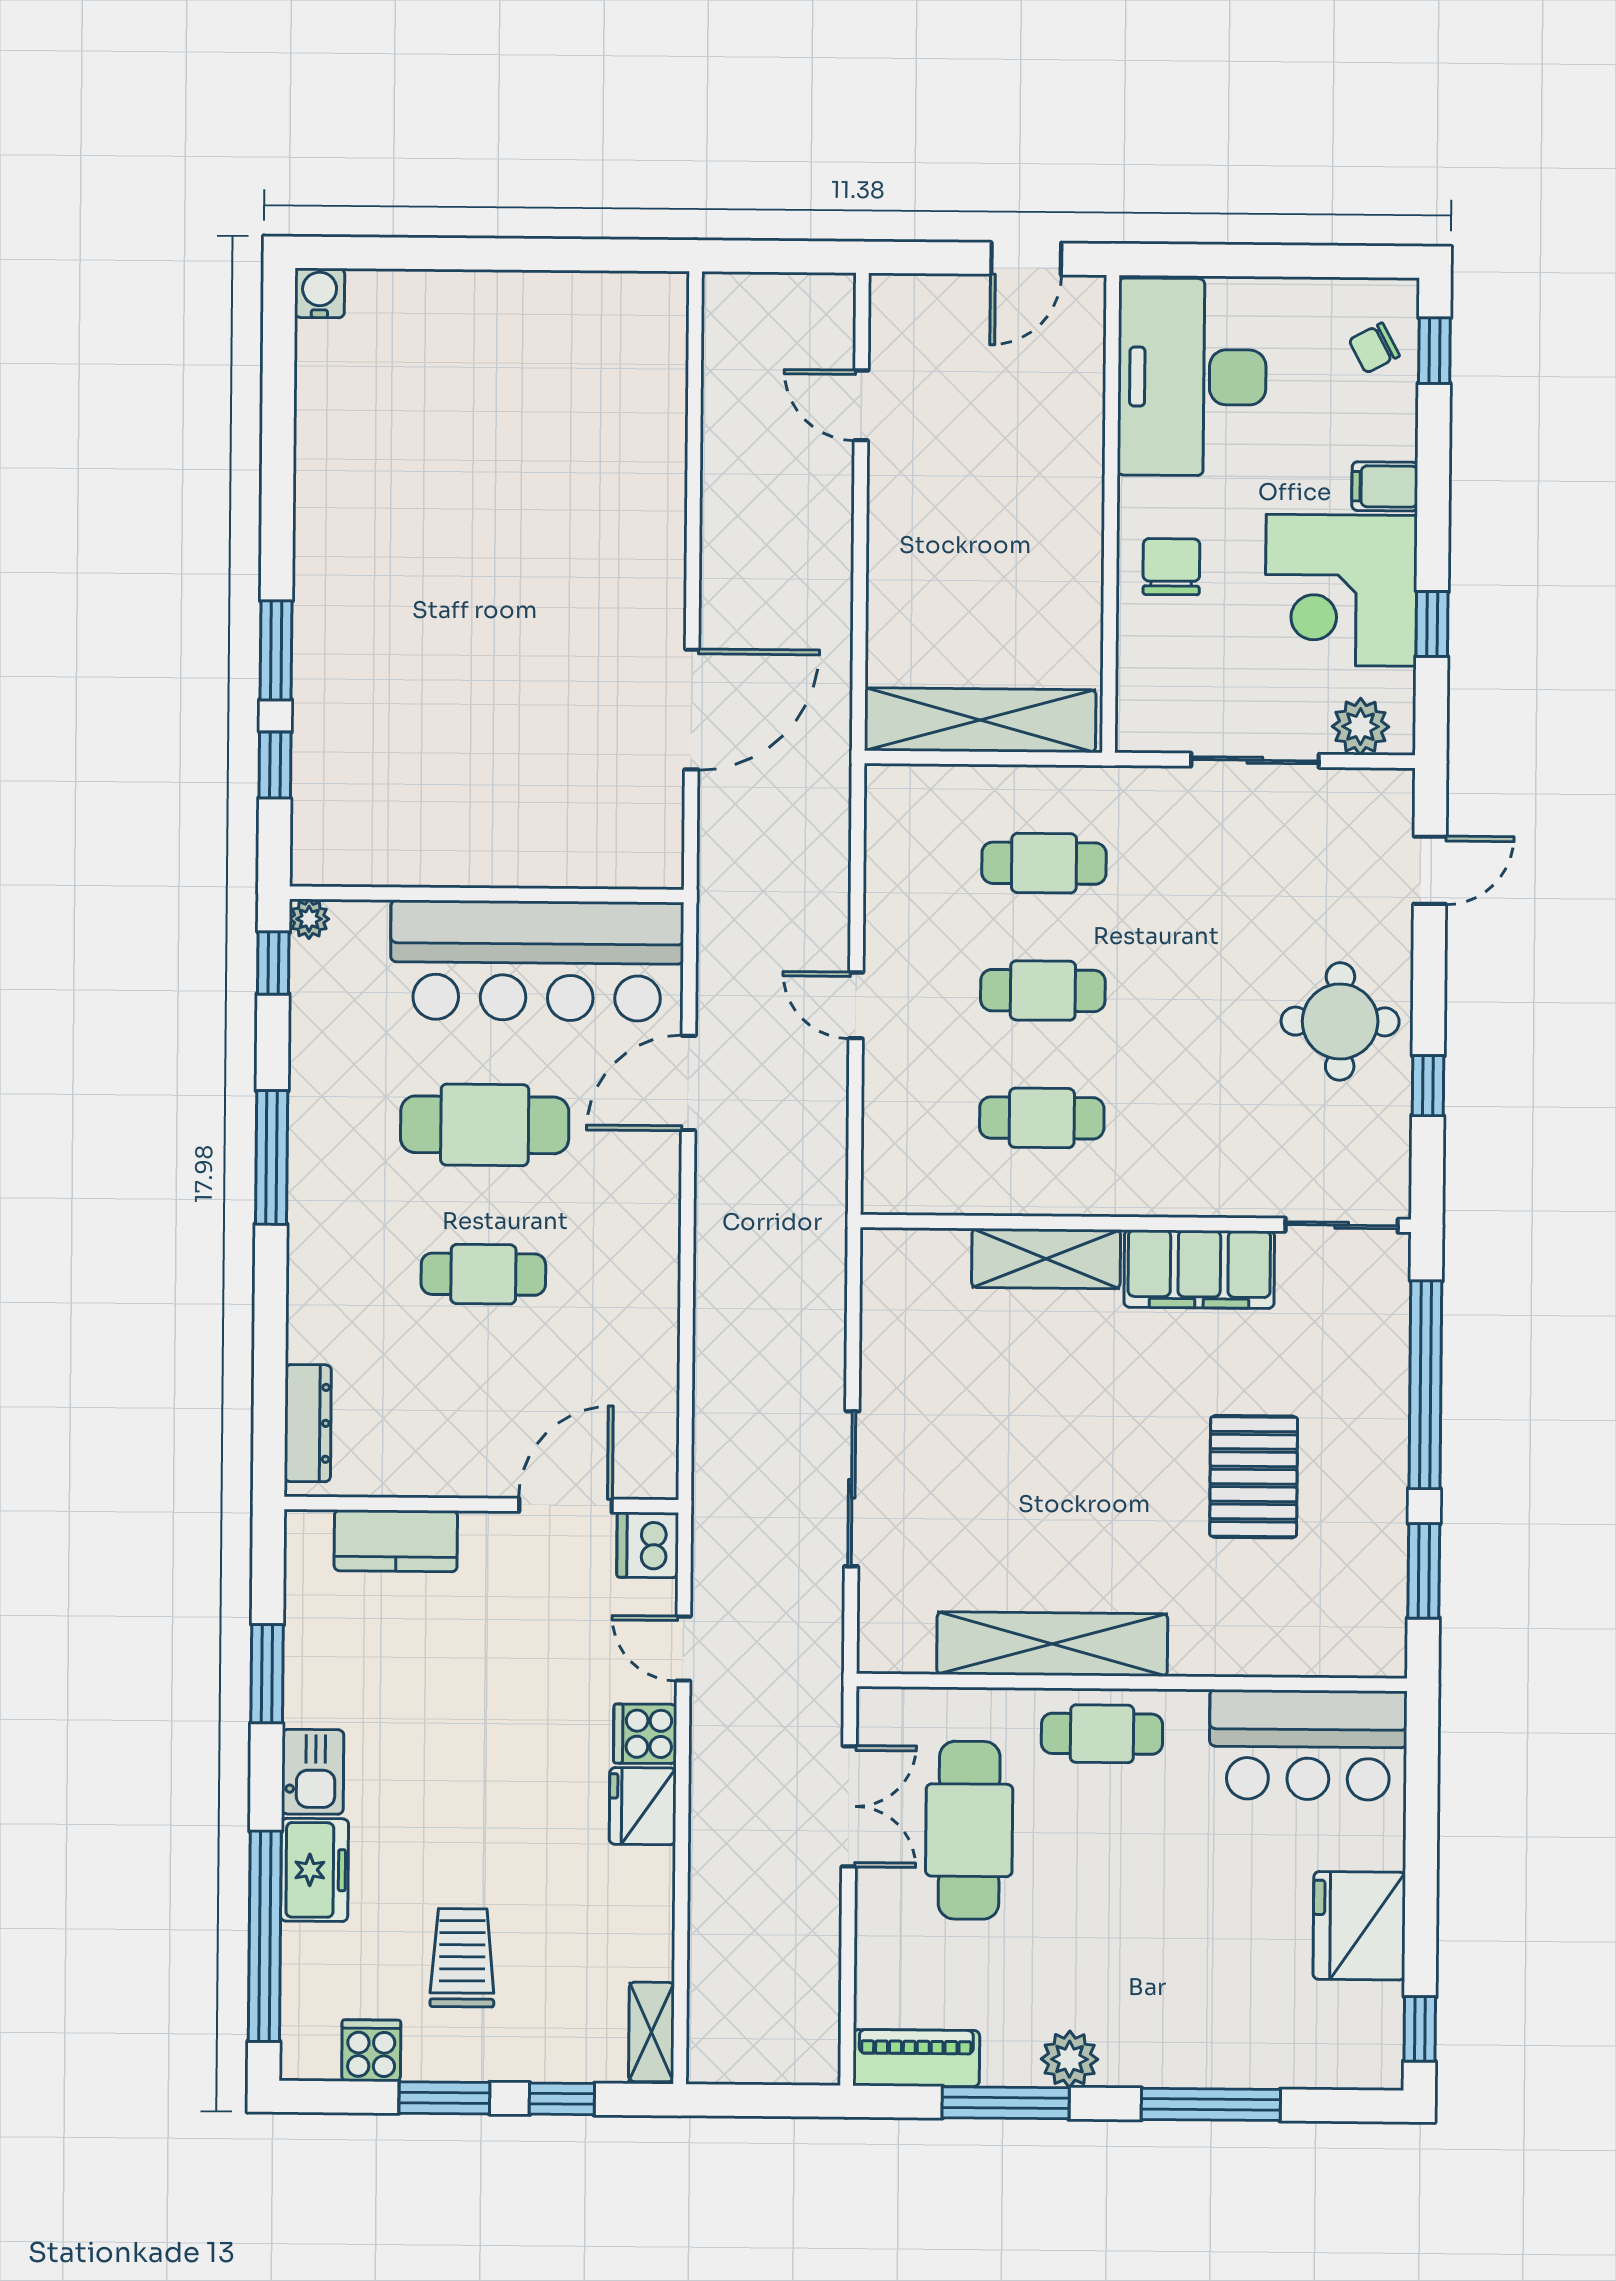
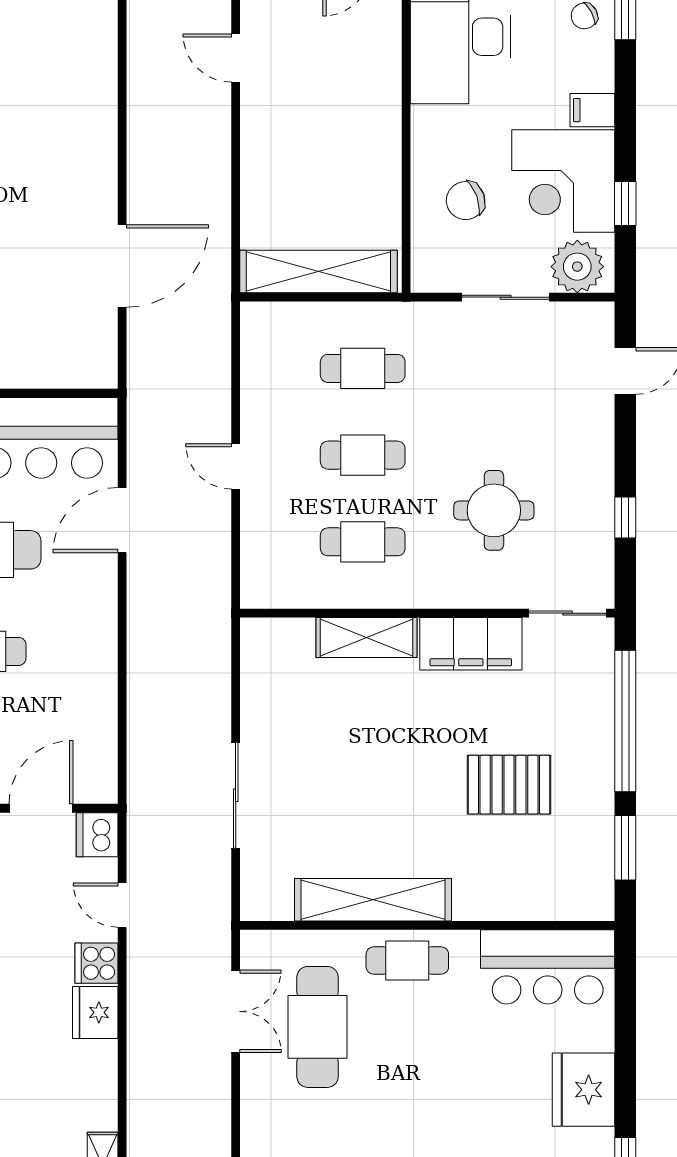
chair: (1171, 567) -> (466, 201), moved, turned -110
plant: (1360, 727) -> (577, 267), width x1.36, depth x1.36
round table: (1340, 1021) -> (494, 510), moved
pallet: (1254, 1477) -> (509, 785), turned 90

